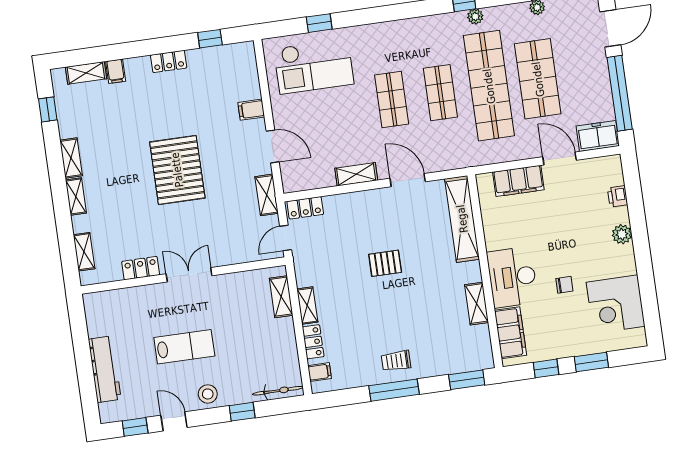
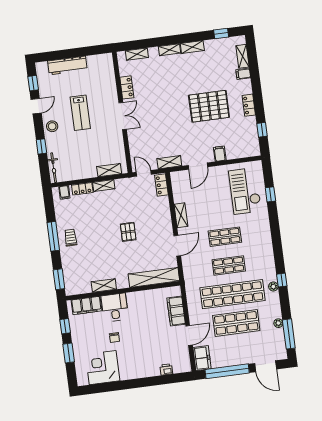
pallet: (177, 170) -> (209, 106), moved
plant: (622, 234) -> (144, 372), removed
desk: (512, 277) -> (115, 307), width x0.73

